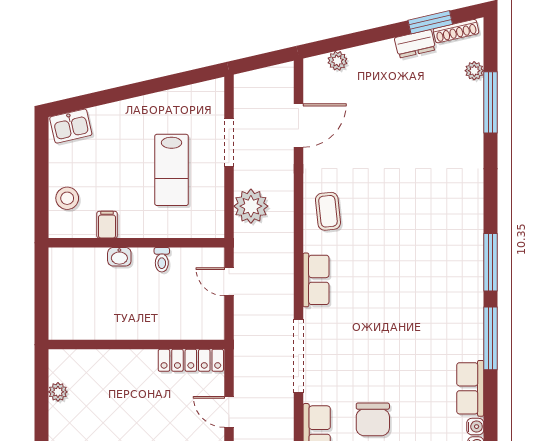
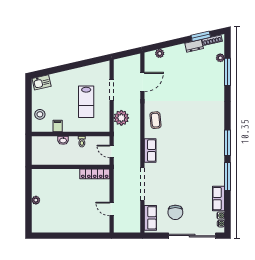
wall: (136, 345) -> (71, 167), moved
locker: (191, 360) -> (95, 174), moved

